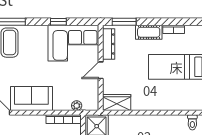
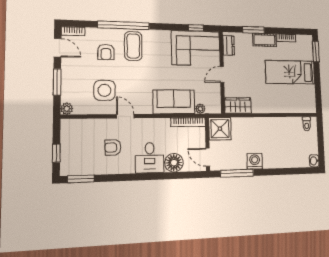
window: (58, 22) -> (196, 28), moved
window: (124, 22) -> (254, 30), moved
dresser: (109, 44) -> (229, 45), width x0.70
sofa: (31, 99) -> (174, 102), moved

